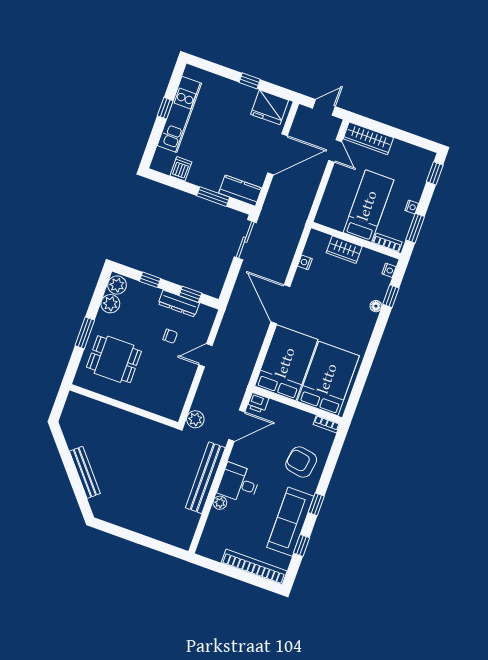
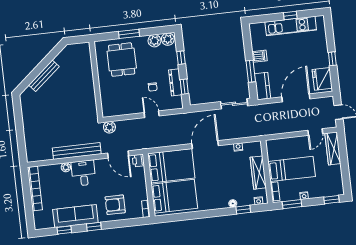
door: (278, 154) -> (296, 98), swing flipped
dishwasher: (181, 169) -> (259, 56), moved
wardrobe: (344, 250) -> (258, 173), width x1.50
armchair: (301, 462) -> (115, 205), turned -99
bookcase: (254, 567) -> (35, 189), moved

